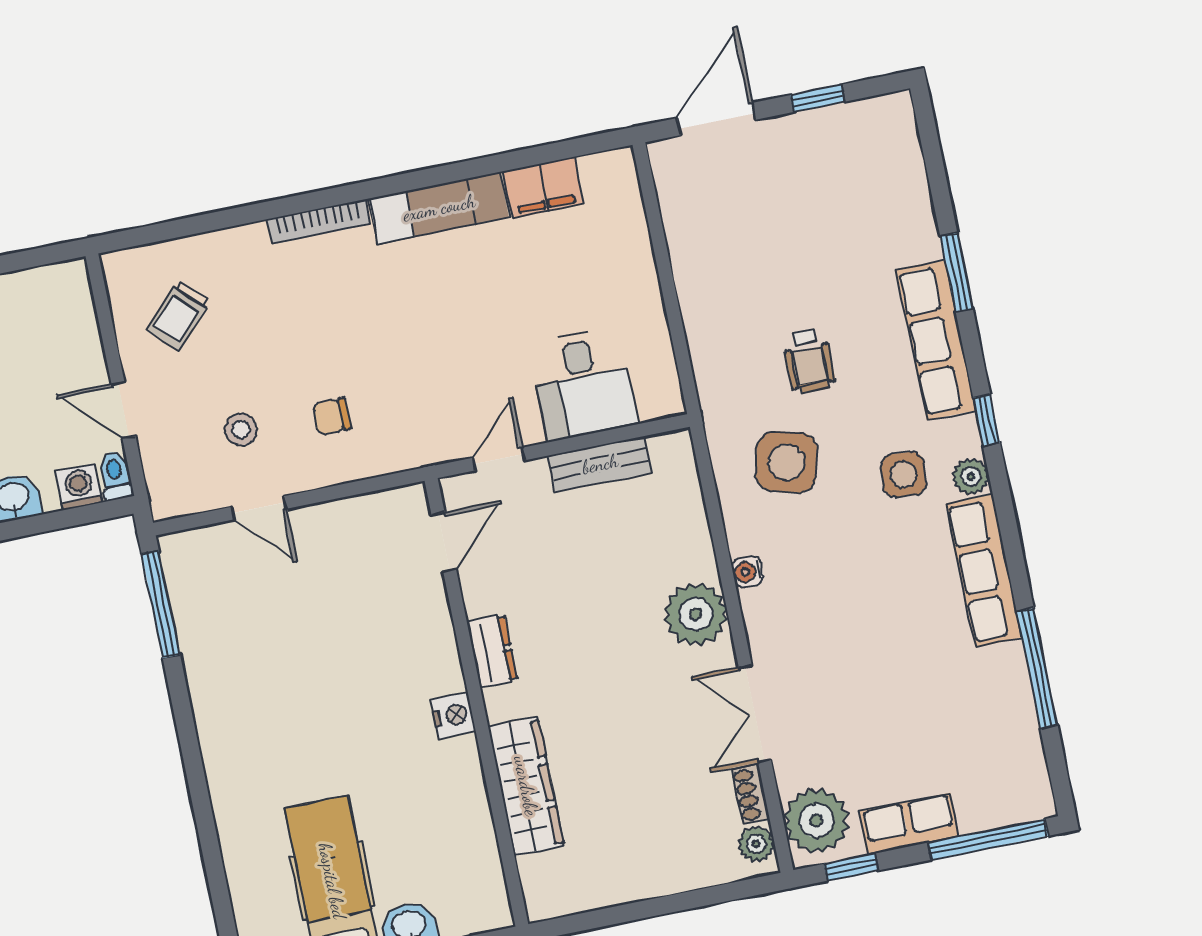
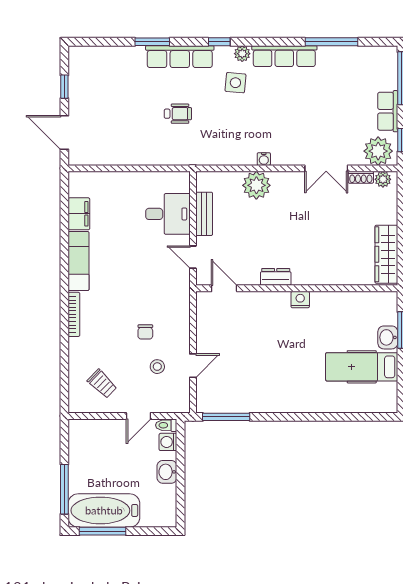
chair: (332, 417) -> (145, 332), moved
side table: (786, 462) -> (220, 132), removed
plant: (696, 614) -> (256, 185), moved
wardrobe: (526, 786) -> (386, 254), moved, turned -90

